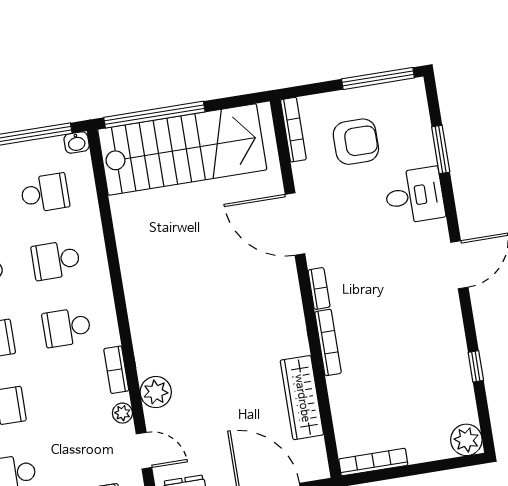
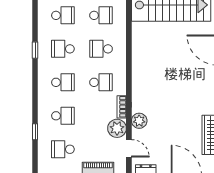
school desk: (67, 327) -> (101, 82), turned 180
plant: (122, 413) -> (117, 128), width x1.87, depth x1.87

